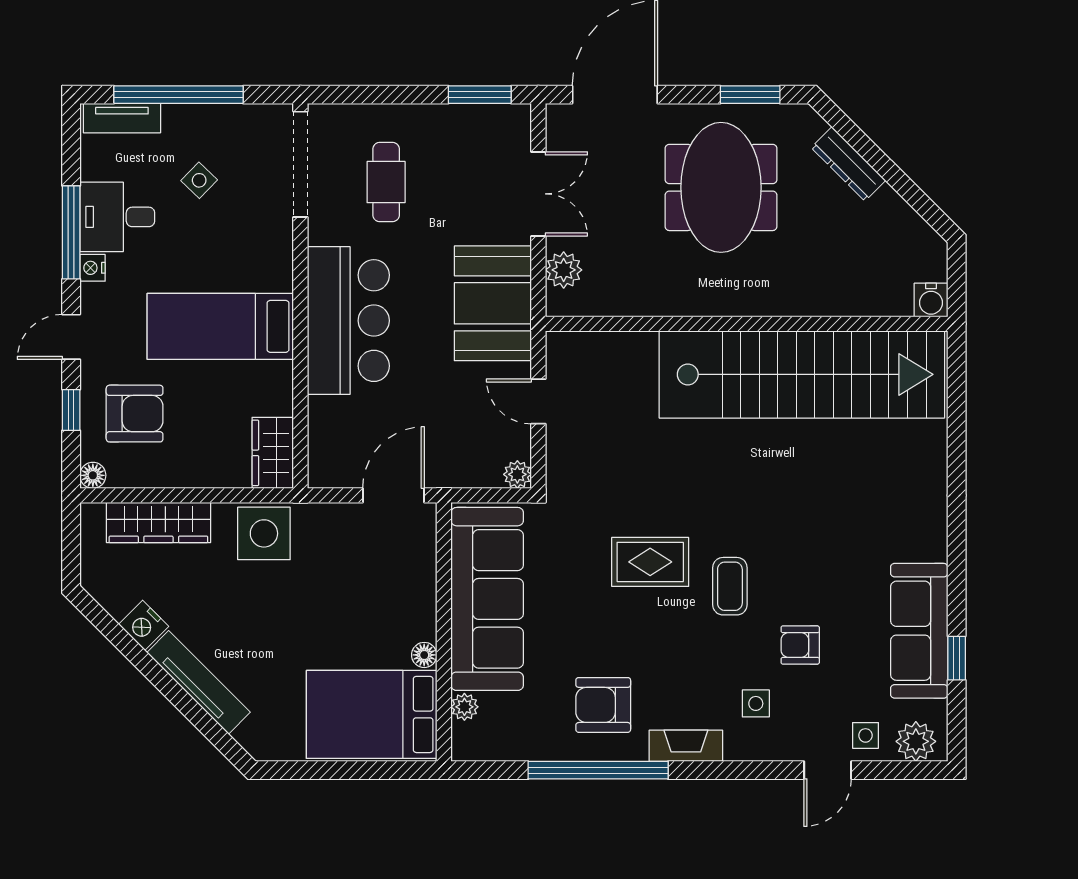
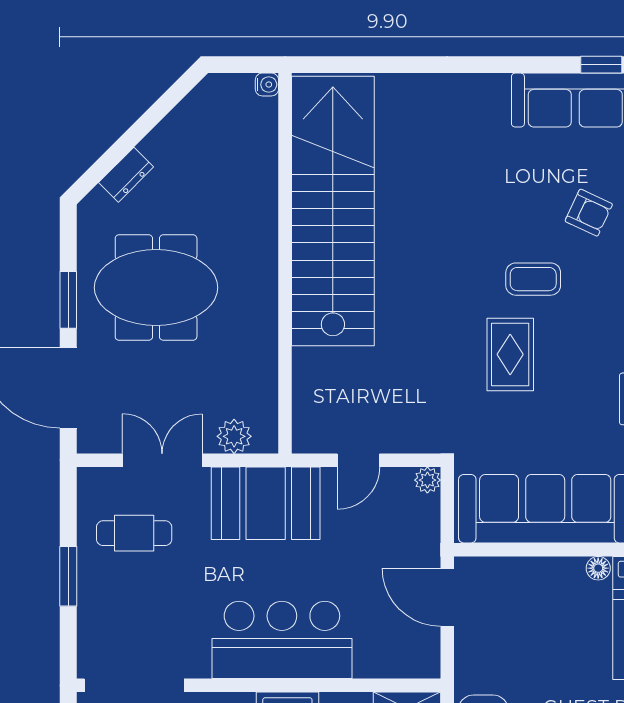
window: (480, 95) -> (68, 576), moved
window: (750, 95) -> (68, 300), moved
dresser: (848, 164) -> (126, 175), width x0.70
cafe table: (386, 182) -> (134, 533), moved
water cooler: (931, 300) -> (267, 84), width x0.72, depth x0.72
armchair: (800, 645) -> (589, 213), turned -65

